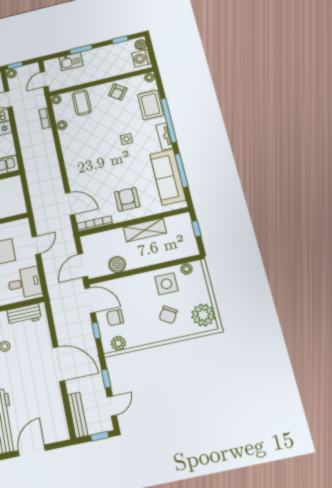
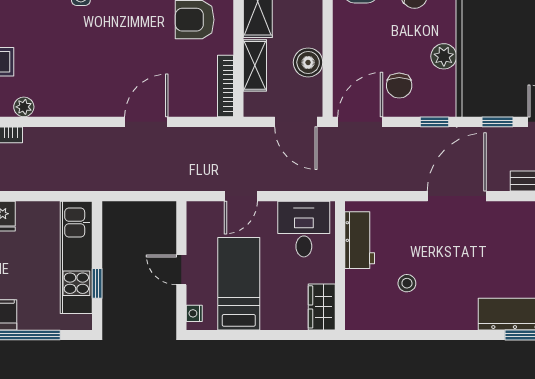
door: (70, 204) -> (146, 122), moved
shelving: (109, 236) -> (255, 65), added
door: (36, 245) -> (241, 196), swing flipped
window: (96, 330) -> (435, 122), moved
plant: (118, 343) -> (444, 56), moved

